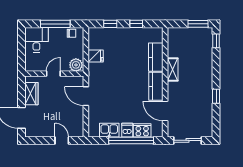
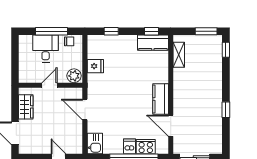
window: (136, 24) -> (151, 31), moved
desk: (36, 40) -> (46, 48), moved
kitchen counter: (156, 57) -> (153, 43), moved, turned -90
shelving: (173, 70) -> (179, 55), moved
kitchen sink: (109, 130) -> (95, 143), moved, turned 90

